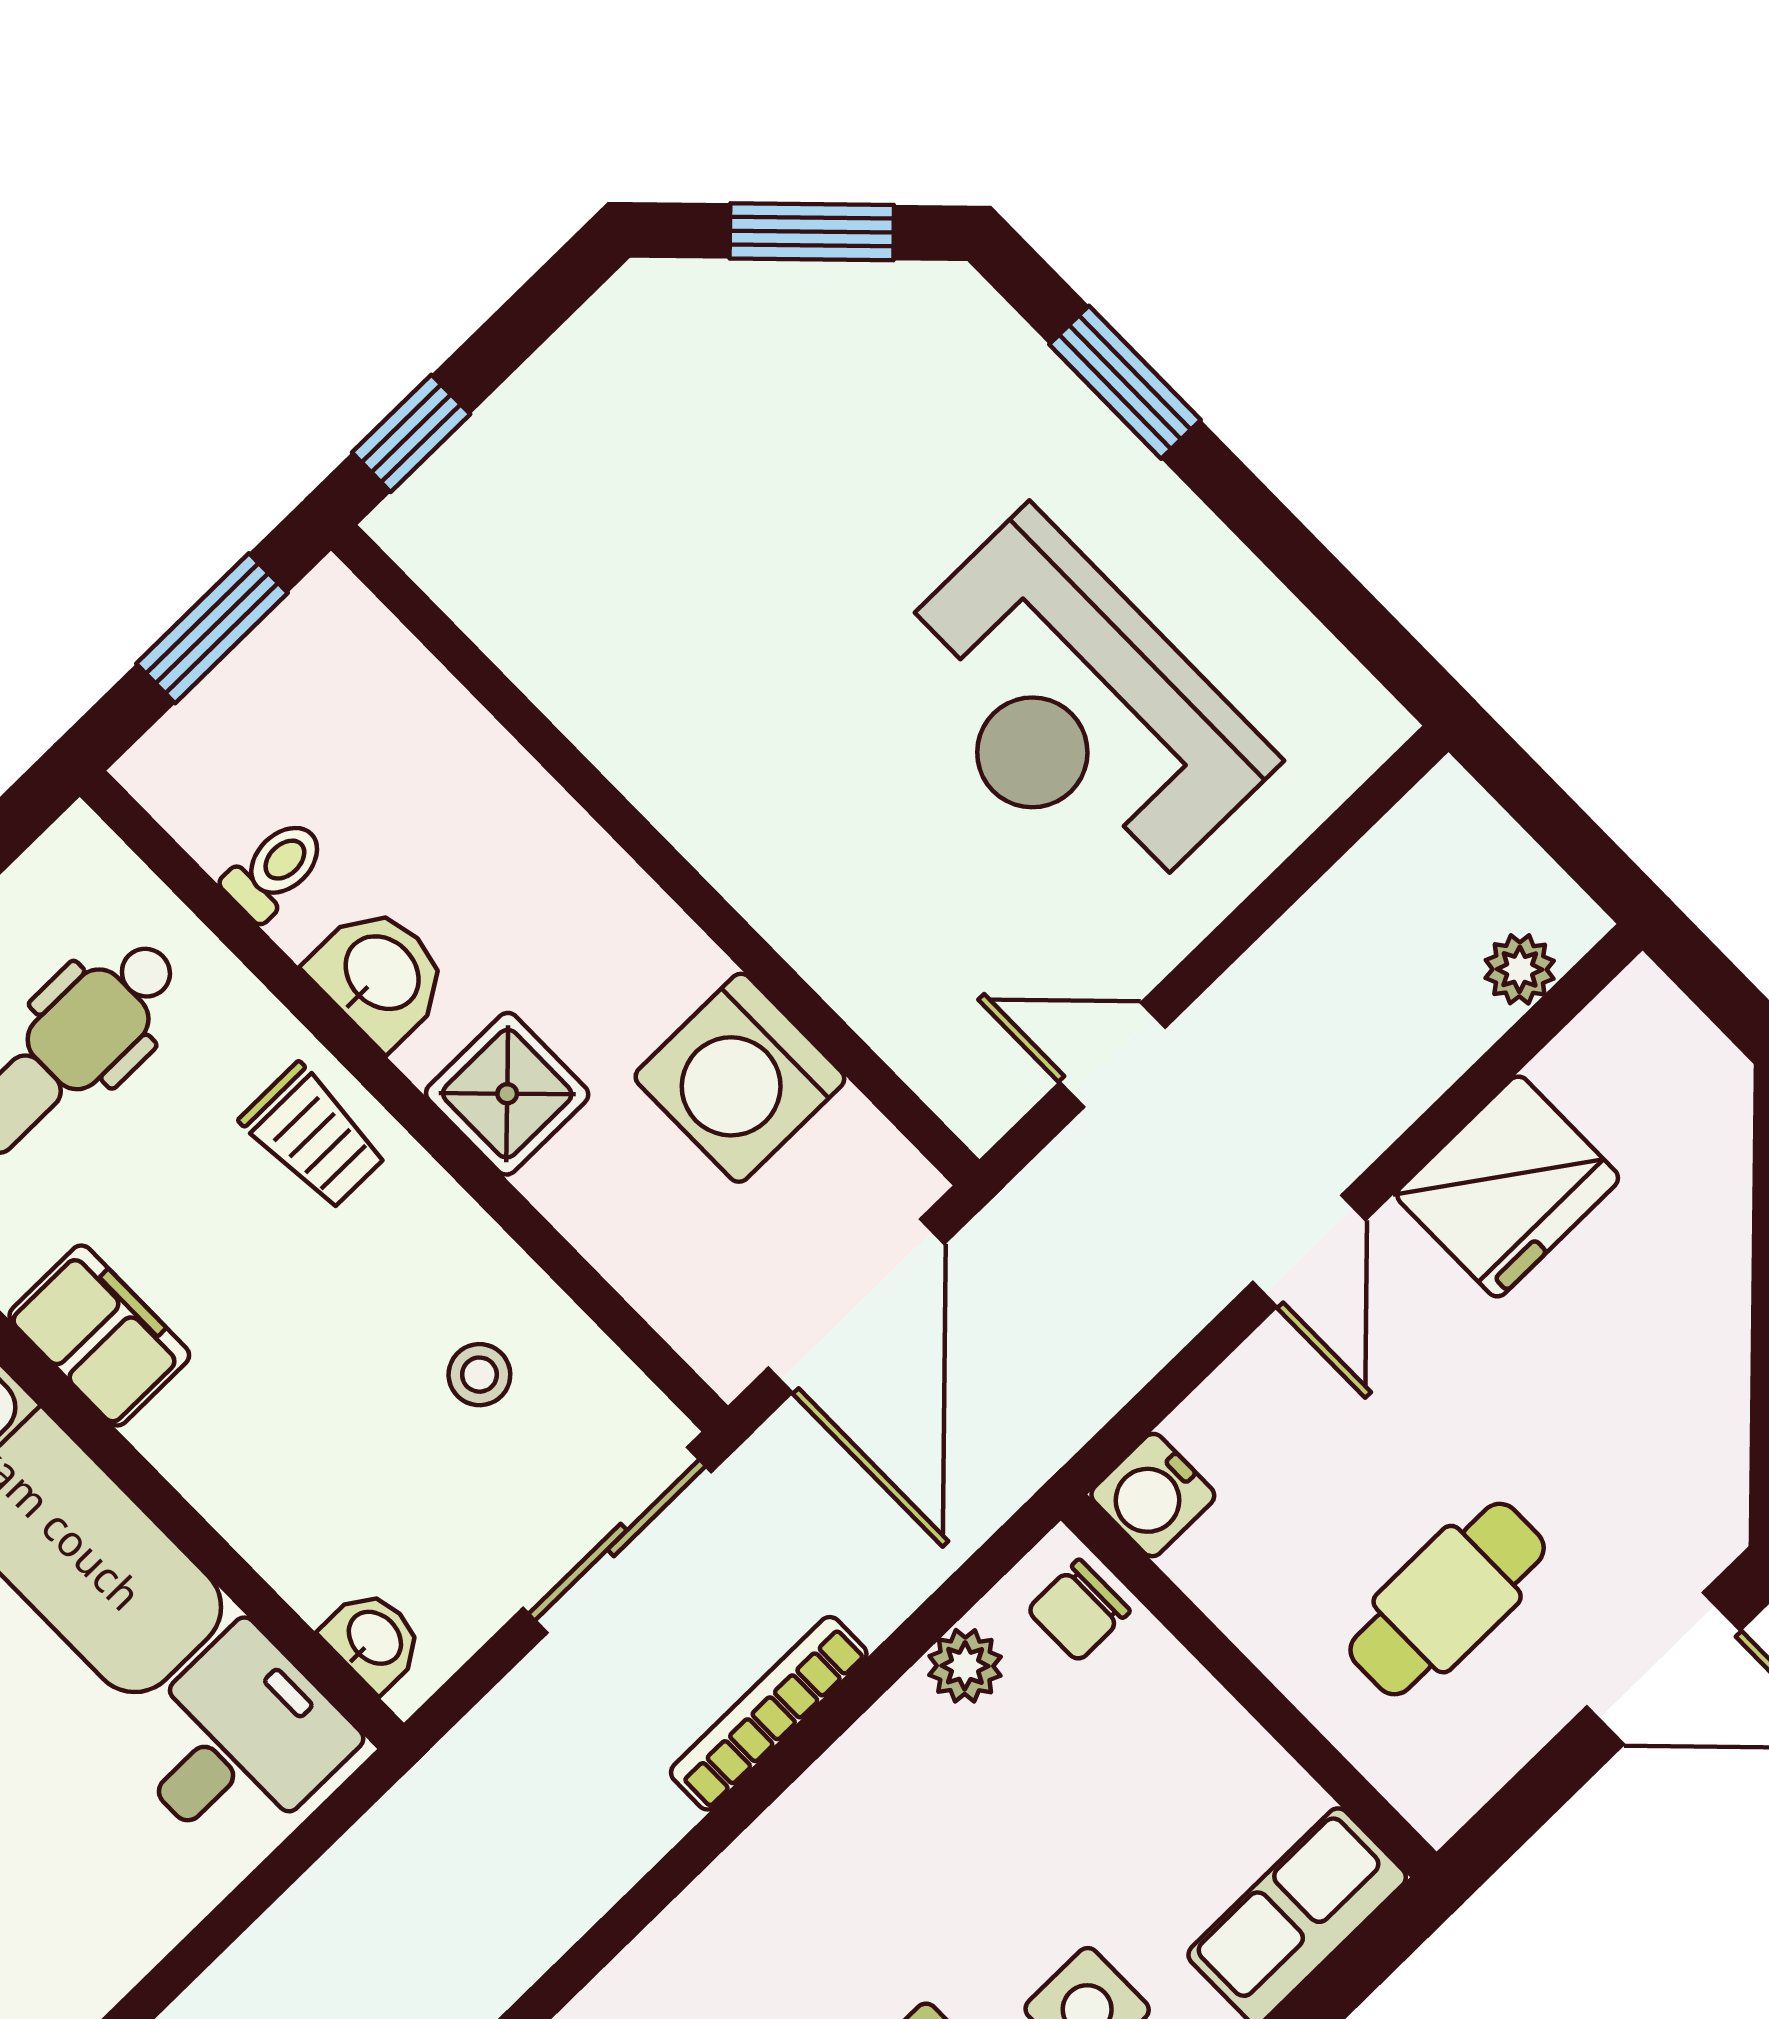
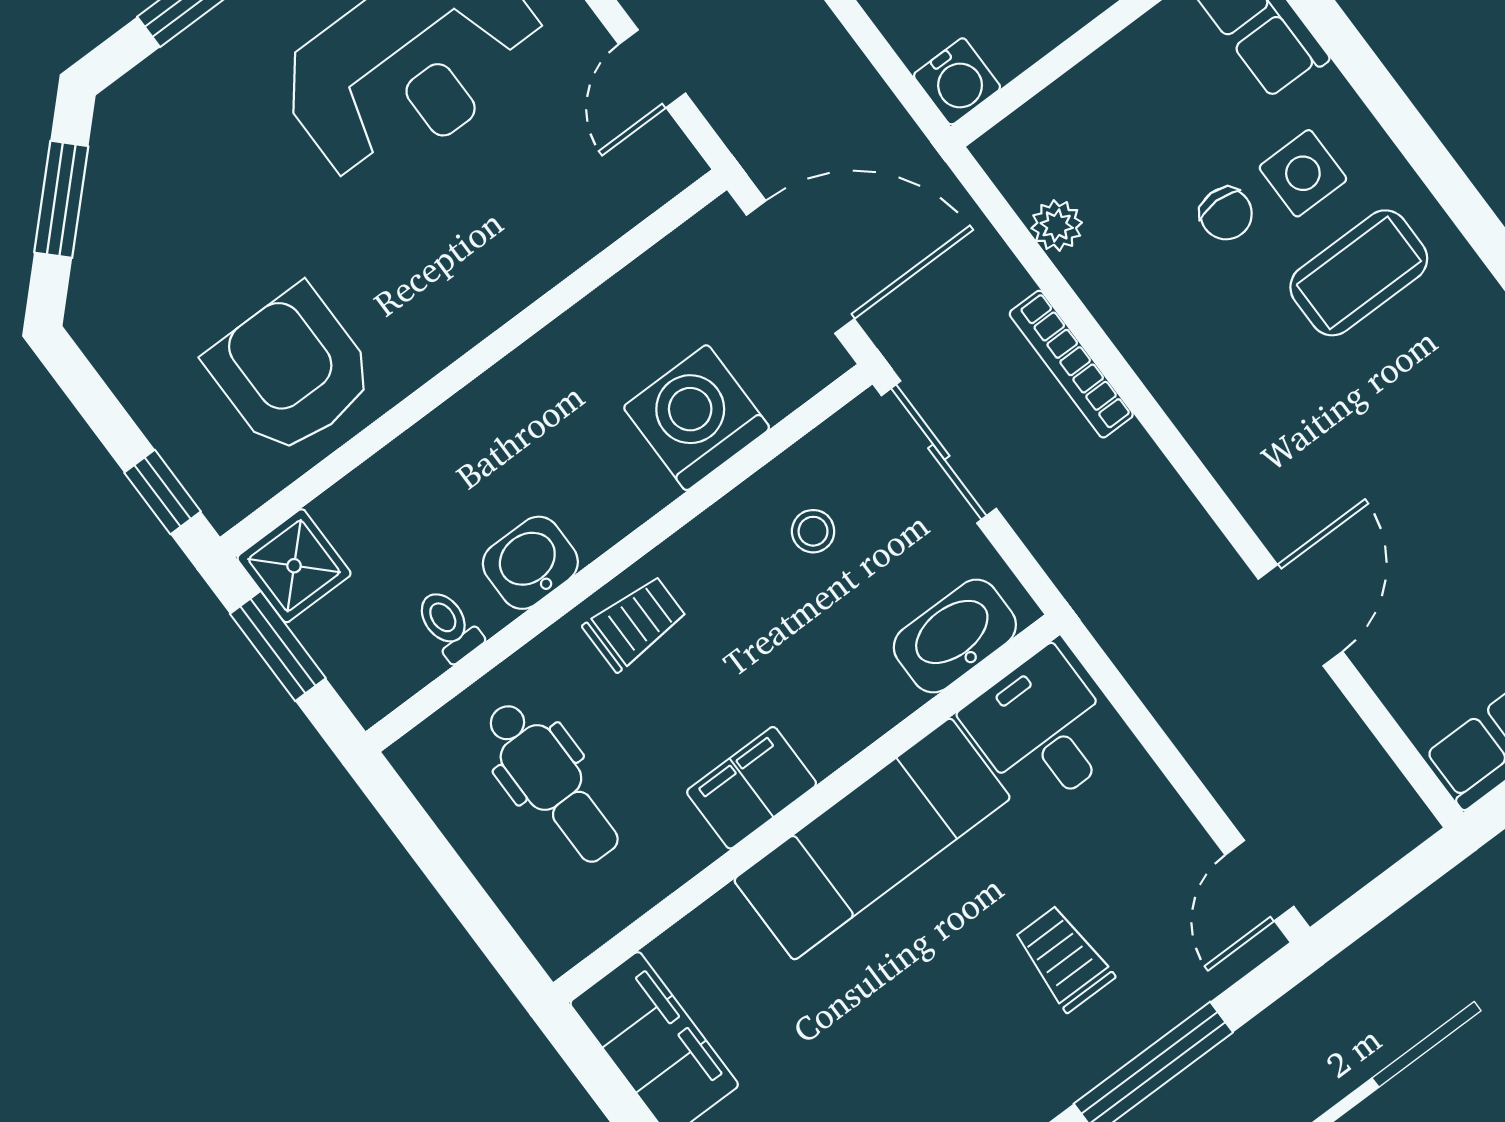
armchair: (610, 595) -> (291, 371), added
washing machine: (740, 1078) -> (697, 418), moved, turned 180
shower: (507, 1094) -> (294, 566), moved
chair: (1079, 1610) -> (1226, 214), moved
washbasin: (373, 1639) -> (955, 636), width x1.91, depth x1.45

